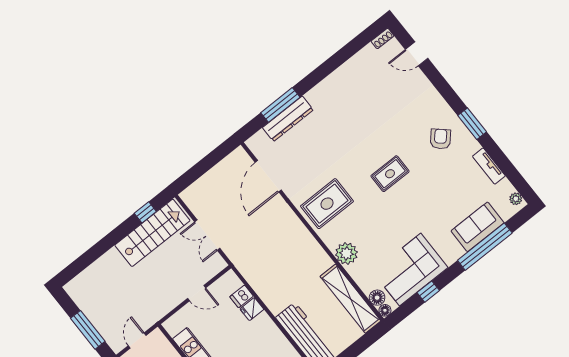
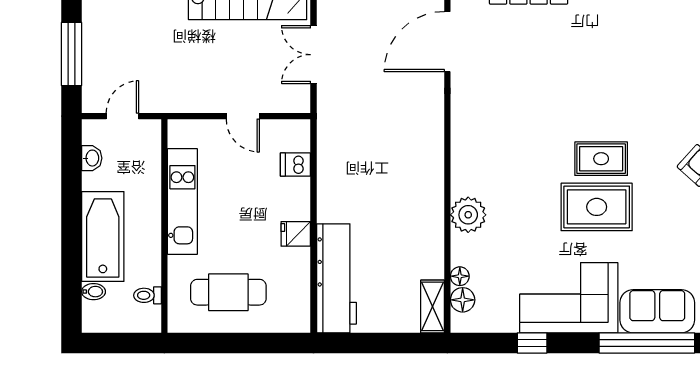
rug: (327, 204) -> (597, 207), moved
corner sofa: (410, 270) -> (569, 298), moved
shelving: (350, 299) -> (432, 306), width x0.45, depth x0.75
fridge: (252, 309) -> (296, 234), moved
floor lamp: (385, 310) -> (460, 276), moved

